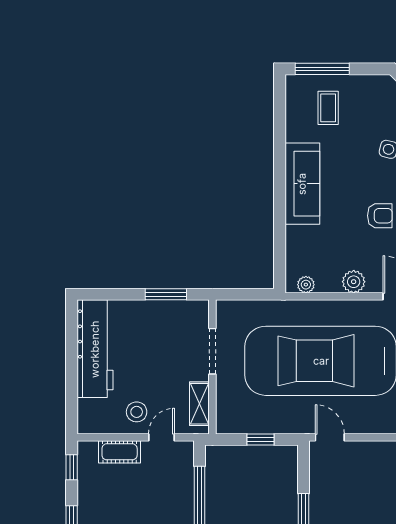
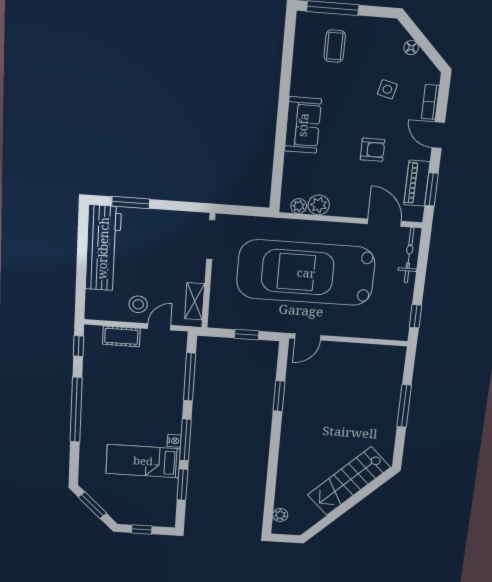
sofa: (302, 184) -> (303, 125), width x0.73
plant: (354, 282) -> (319, 205), moved
window: (166, 294) -> (131, 203), moved
doorway: (212, 351) -> (211, 240), moved
door: (330, 437) -> (308, 337), swing flipped

